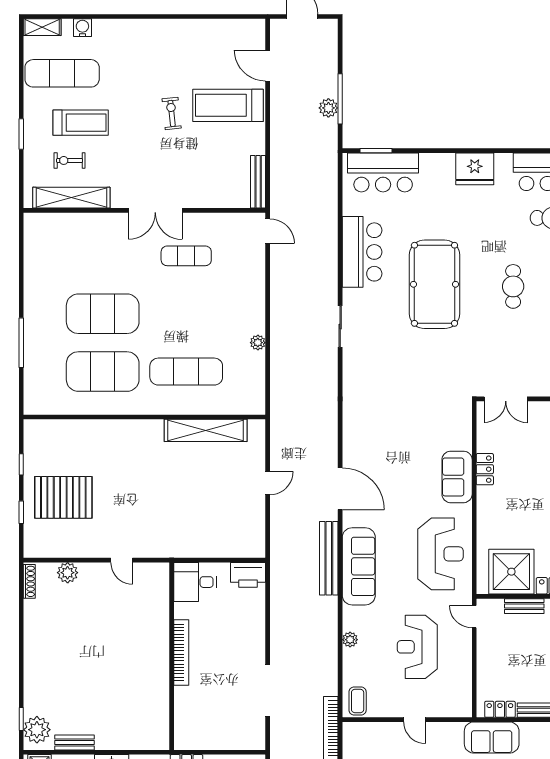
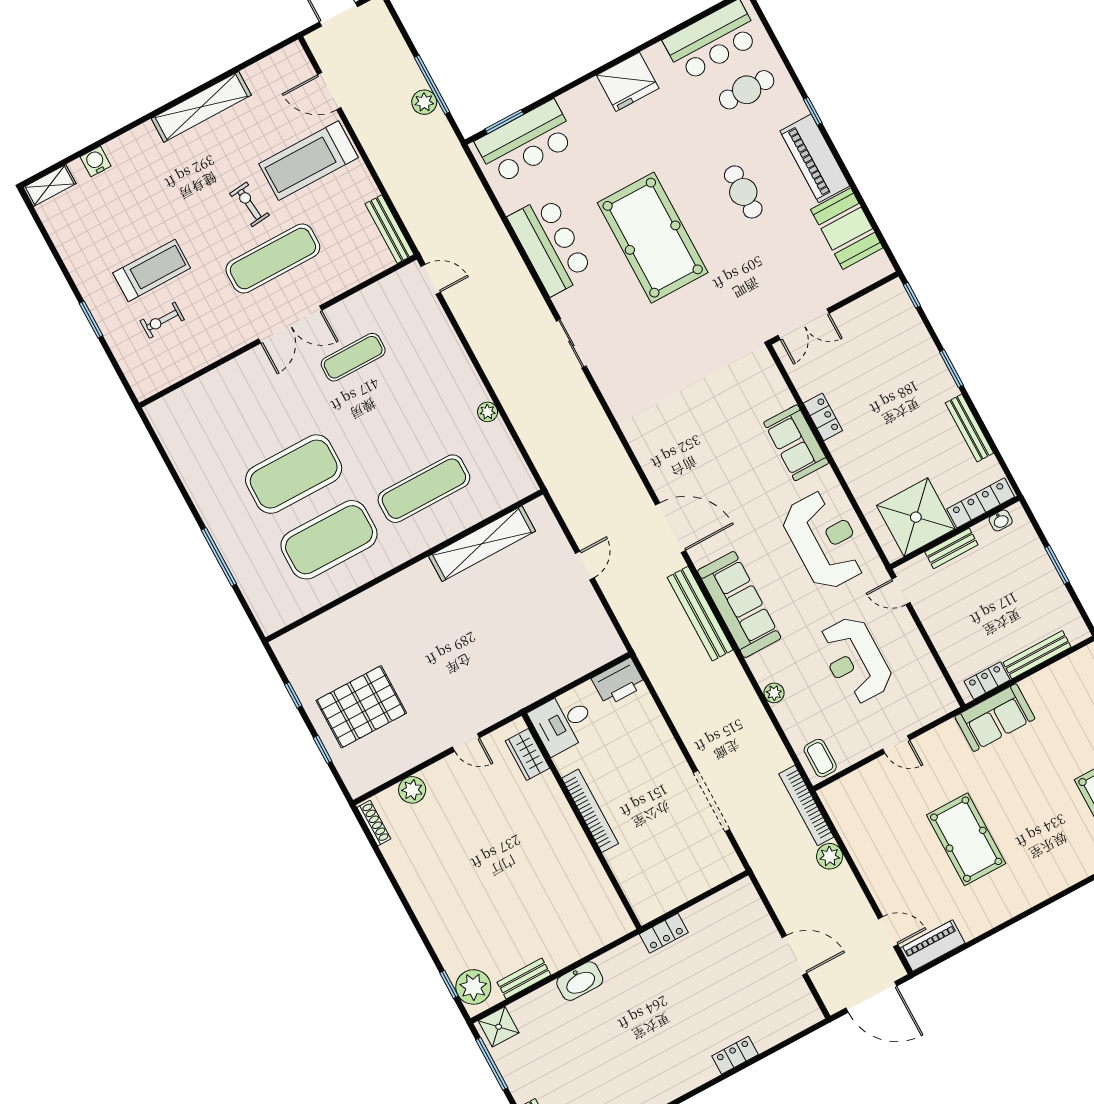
exercise mat: (62, 73) -> (273, 258), moved
shelving: (71, 198) -> (201, 107), moved
wardrobe: (159, 591) -> (528, 754), added

